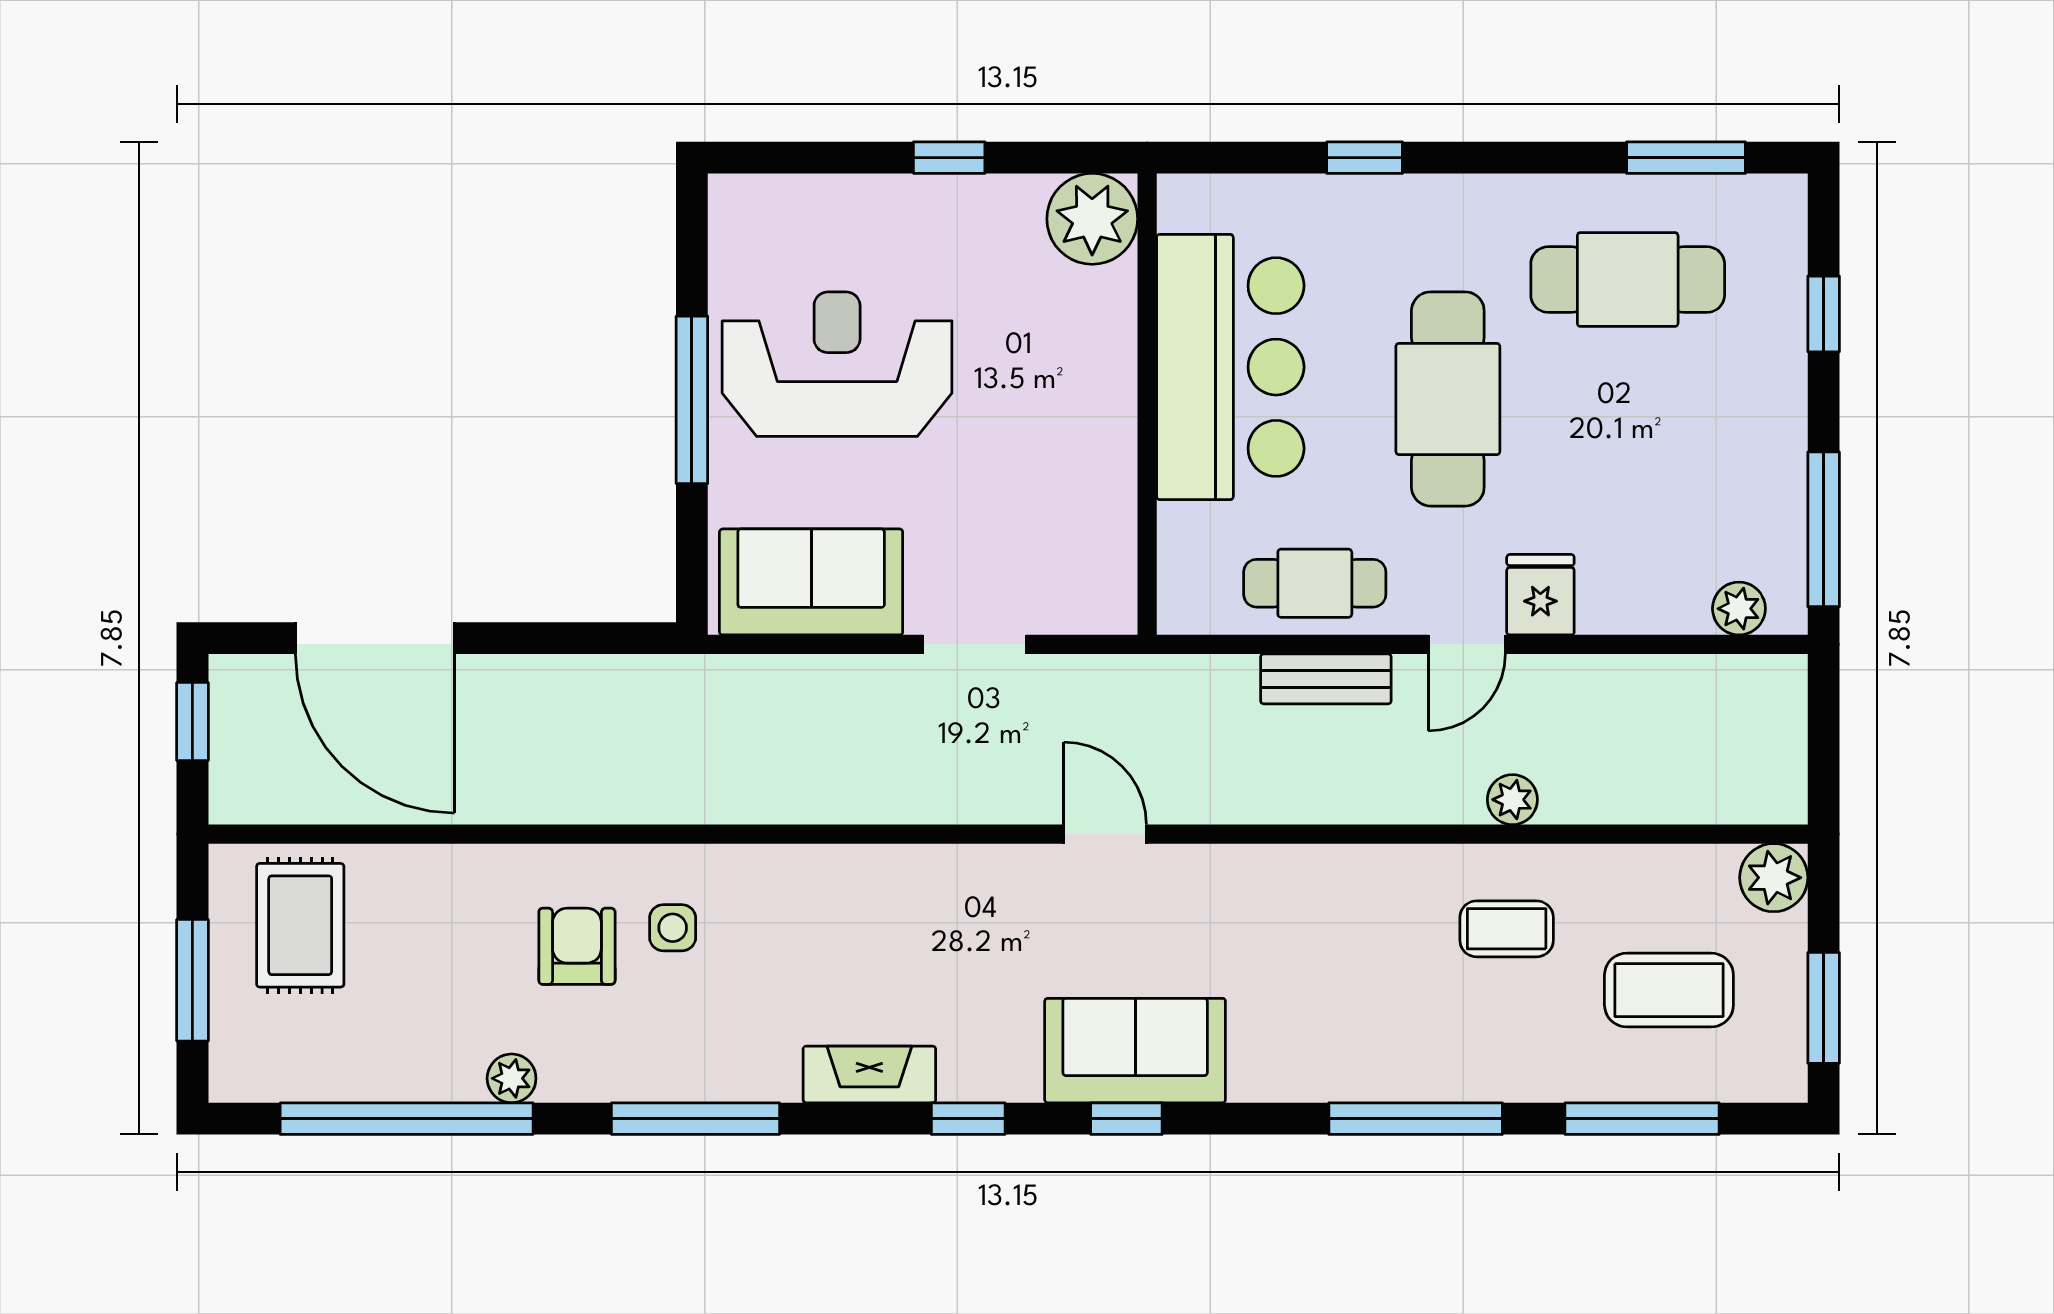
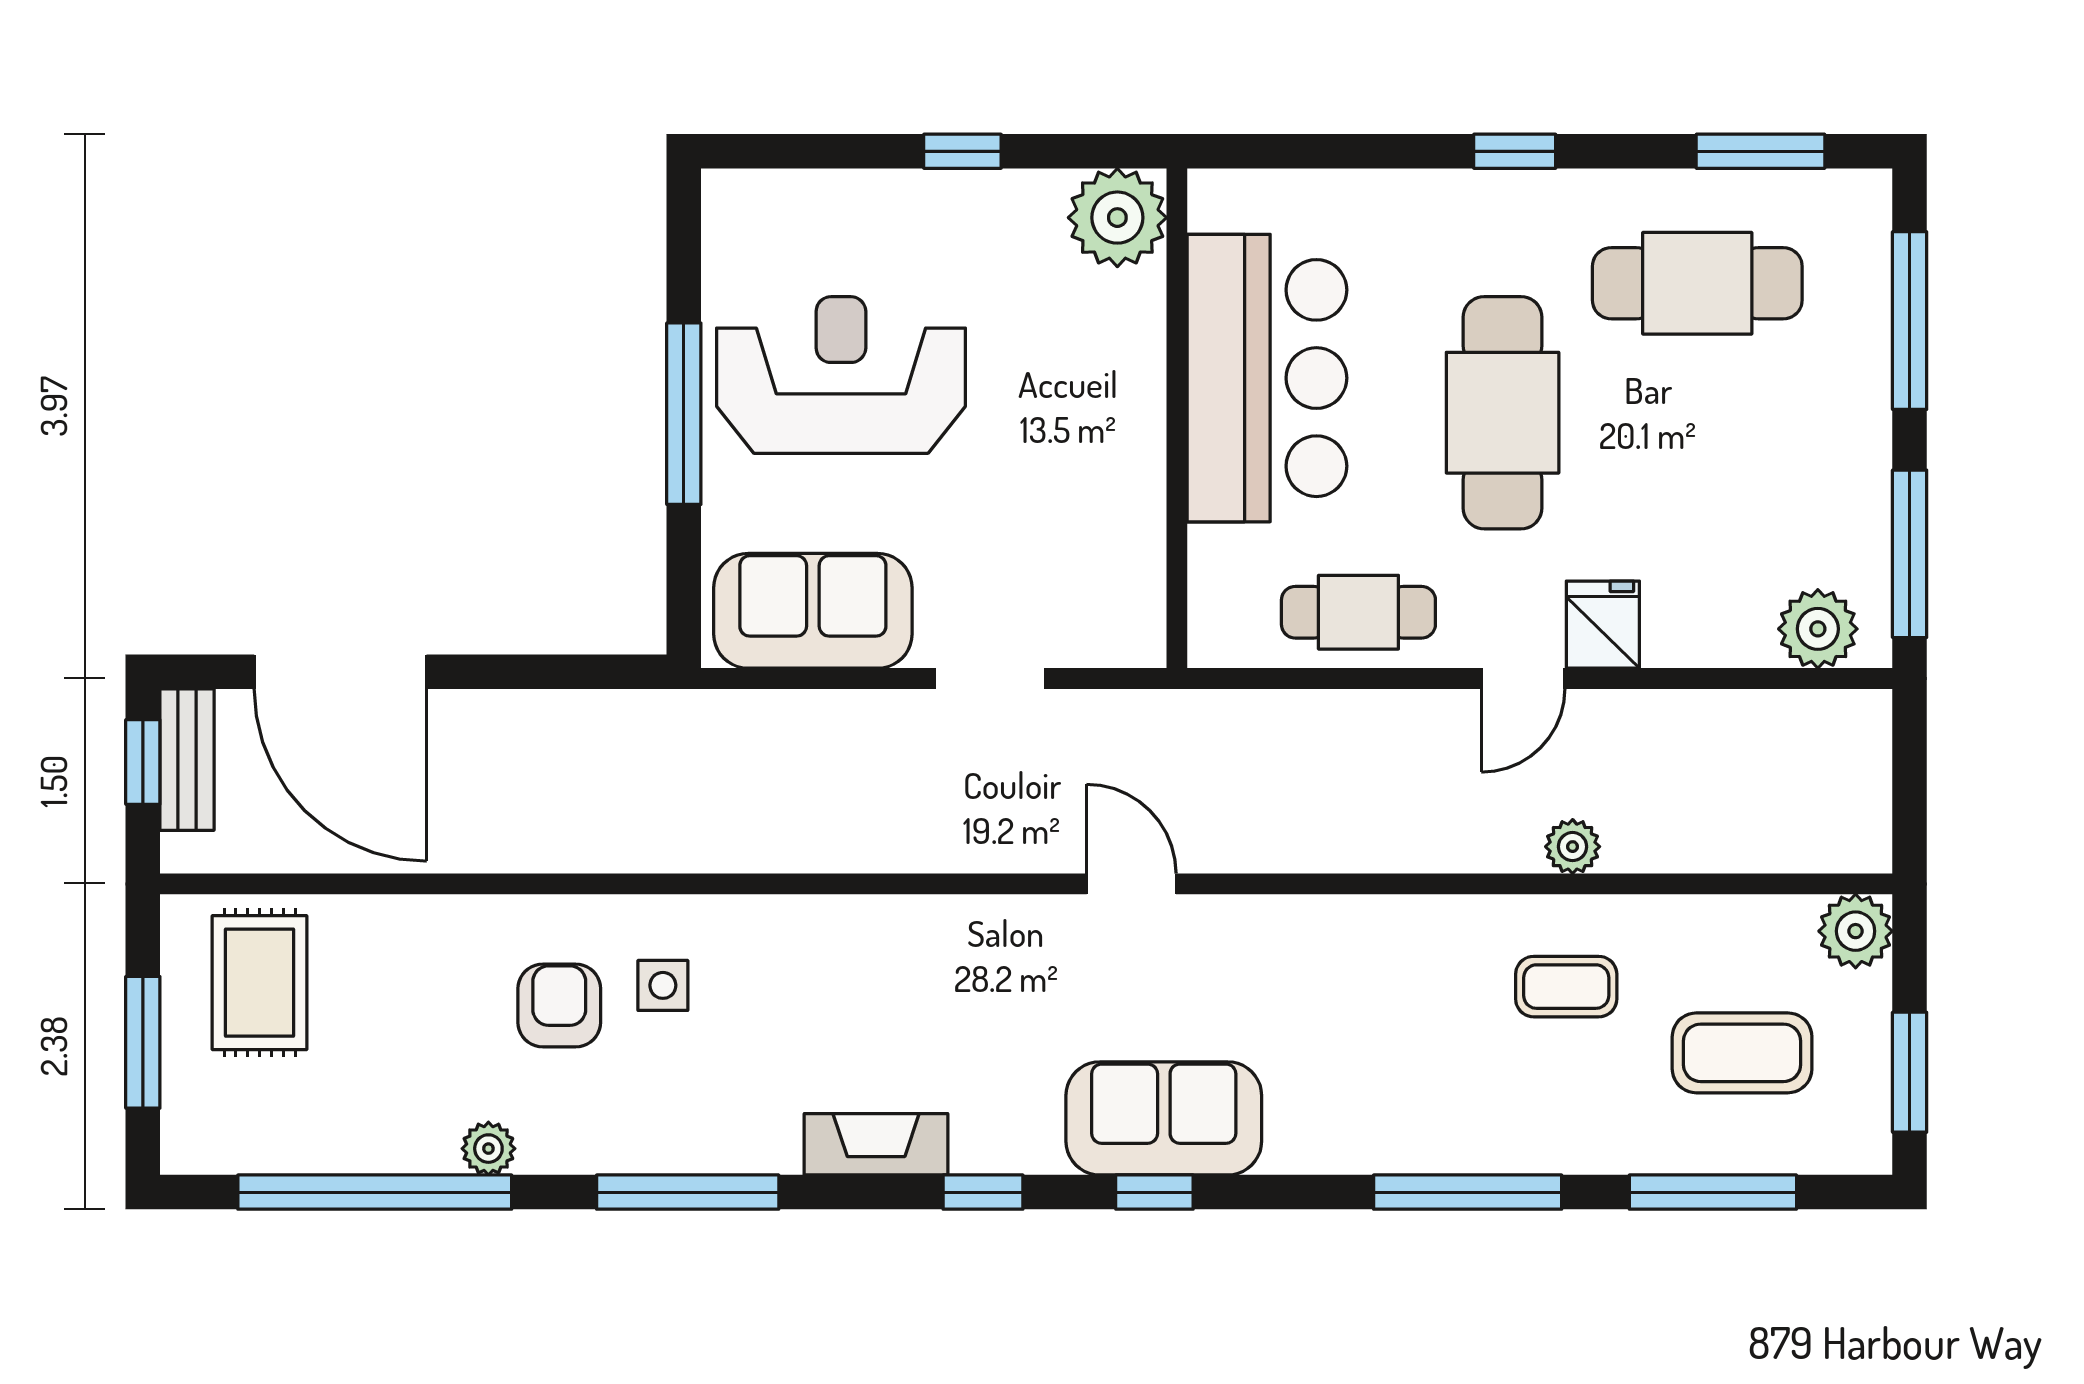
window: (1365, 158) -> (1515, 151), moved
window: (1824, 314) -> (1910, 321), width x2.17
plant: (1739, 609) -> (1818, 629), width x1.38, depth x1.38
bench: (1326, 679) -> (187, 760), moved, turned 90

